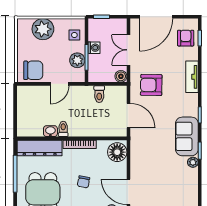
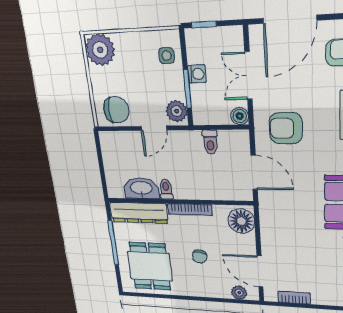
plant: (43, 29) -> (100, 50), moved
plant: (77, 60) -> (177, 111), moved
washbasin: (50, 131) -> (141, 188), width x1.91, depth x1.45

